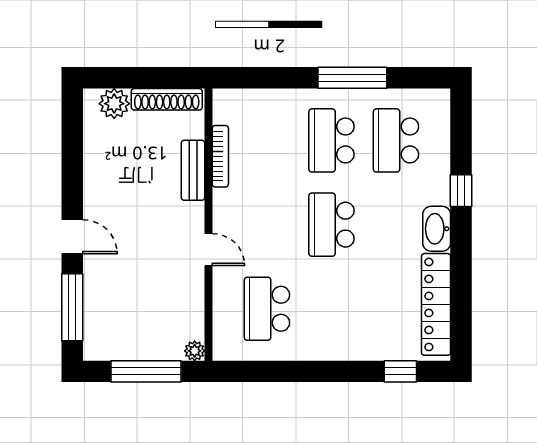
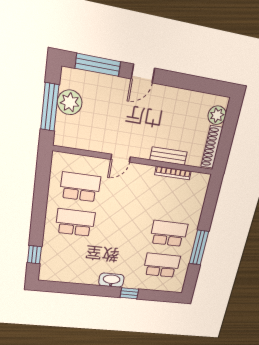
school desk: (331, 225) -> (75, 223), moved
locker: (436, 304) -> (70, 276), removed
plant: (195, 351) -> (70, 102), moved, width x1.88, depth x1.88

